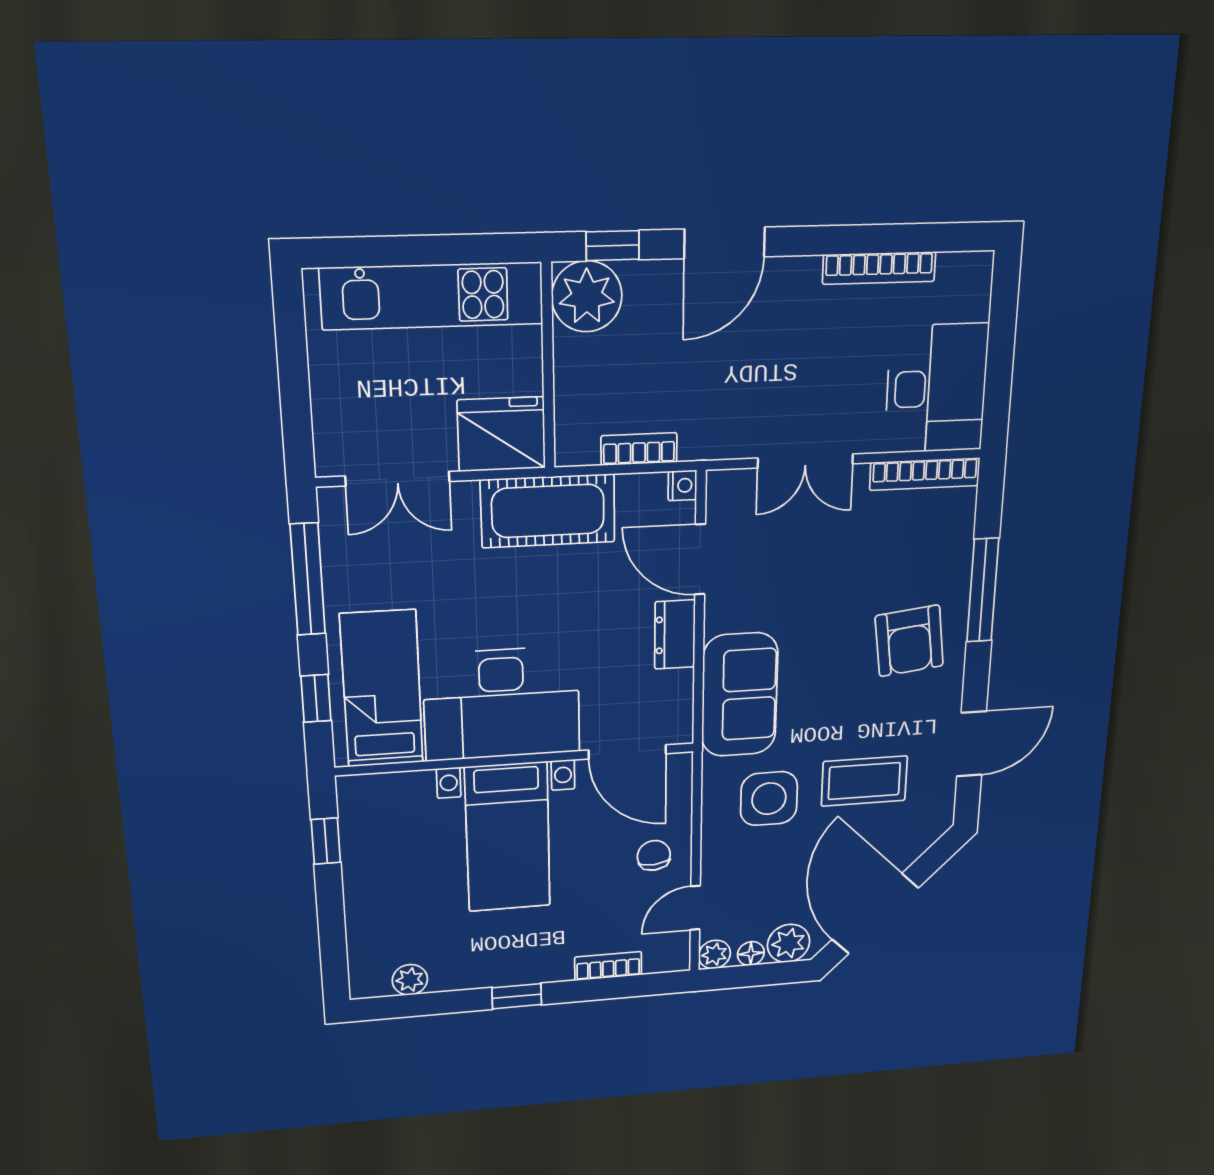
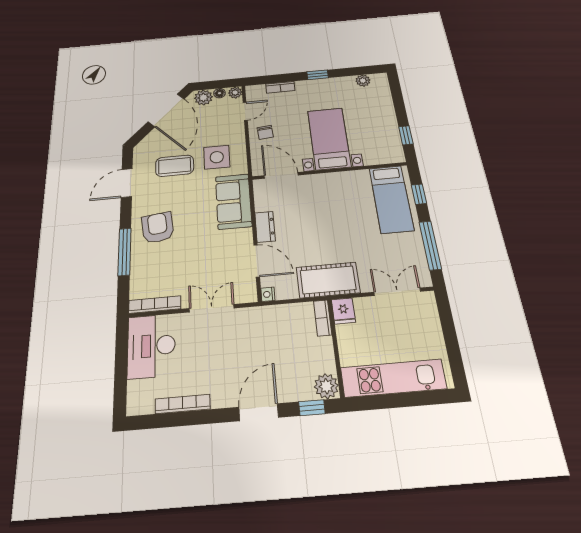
plant: (587, 296) -> (326, 386), width x0.73, depth x0.73
fridge: (501, 434) -> (343, 311), width x0.53, depth x0.75
bookcase: (639, 449) -> (323, 318), moved, turned 90
desk: (502, 704) -> (338, 194), removed

